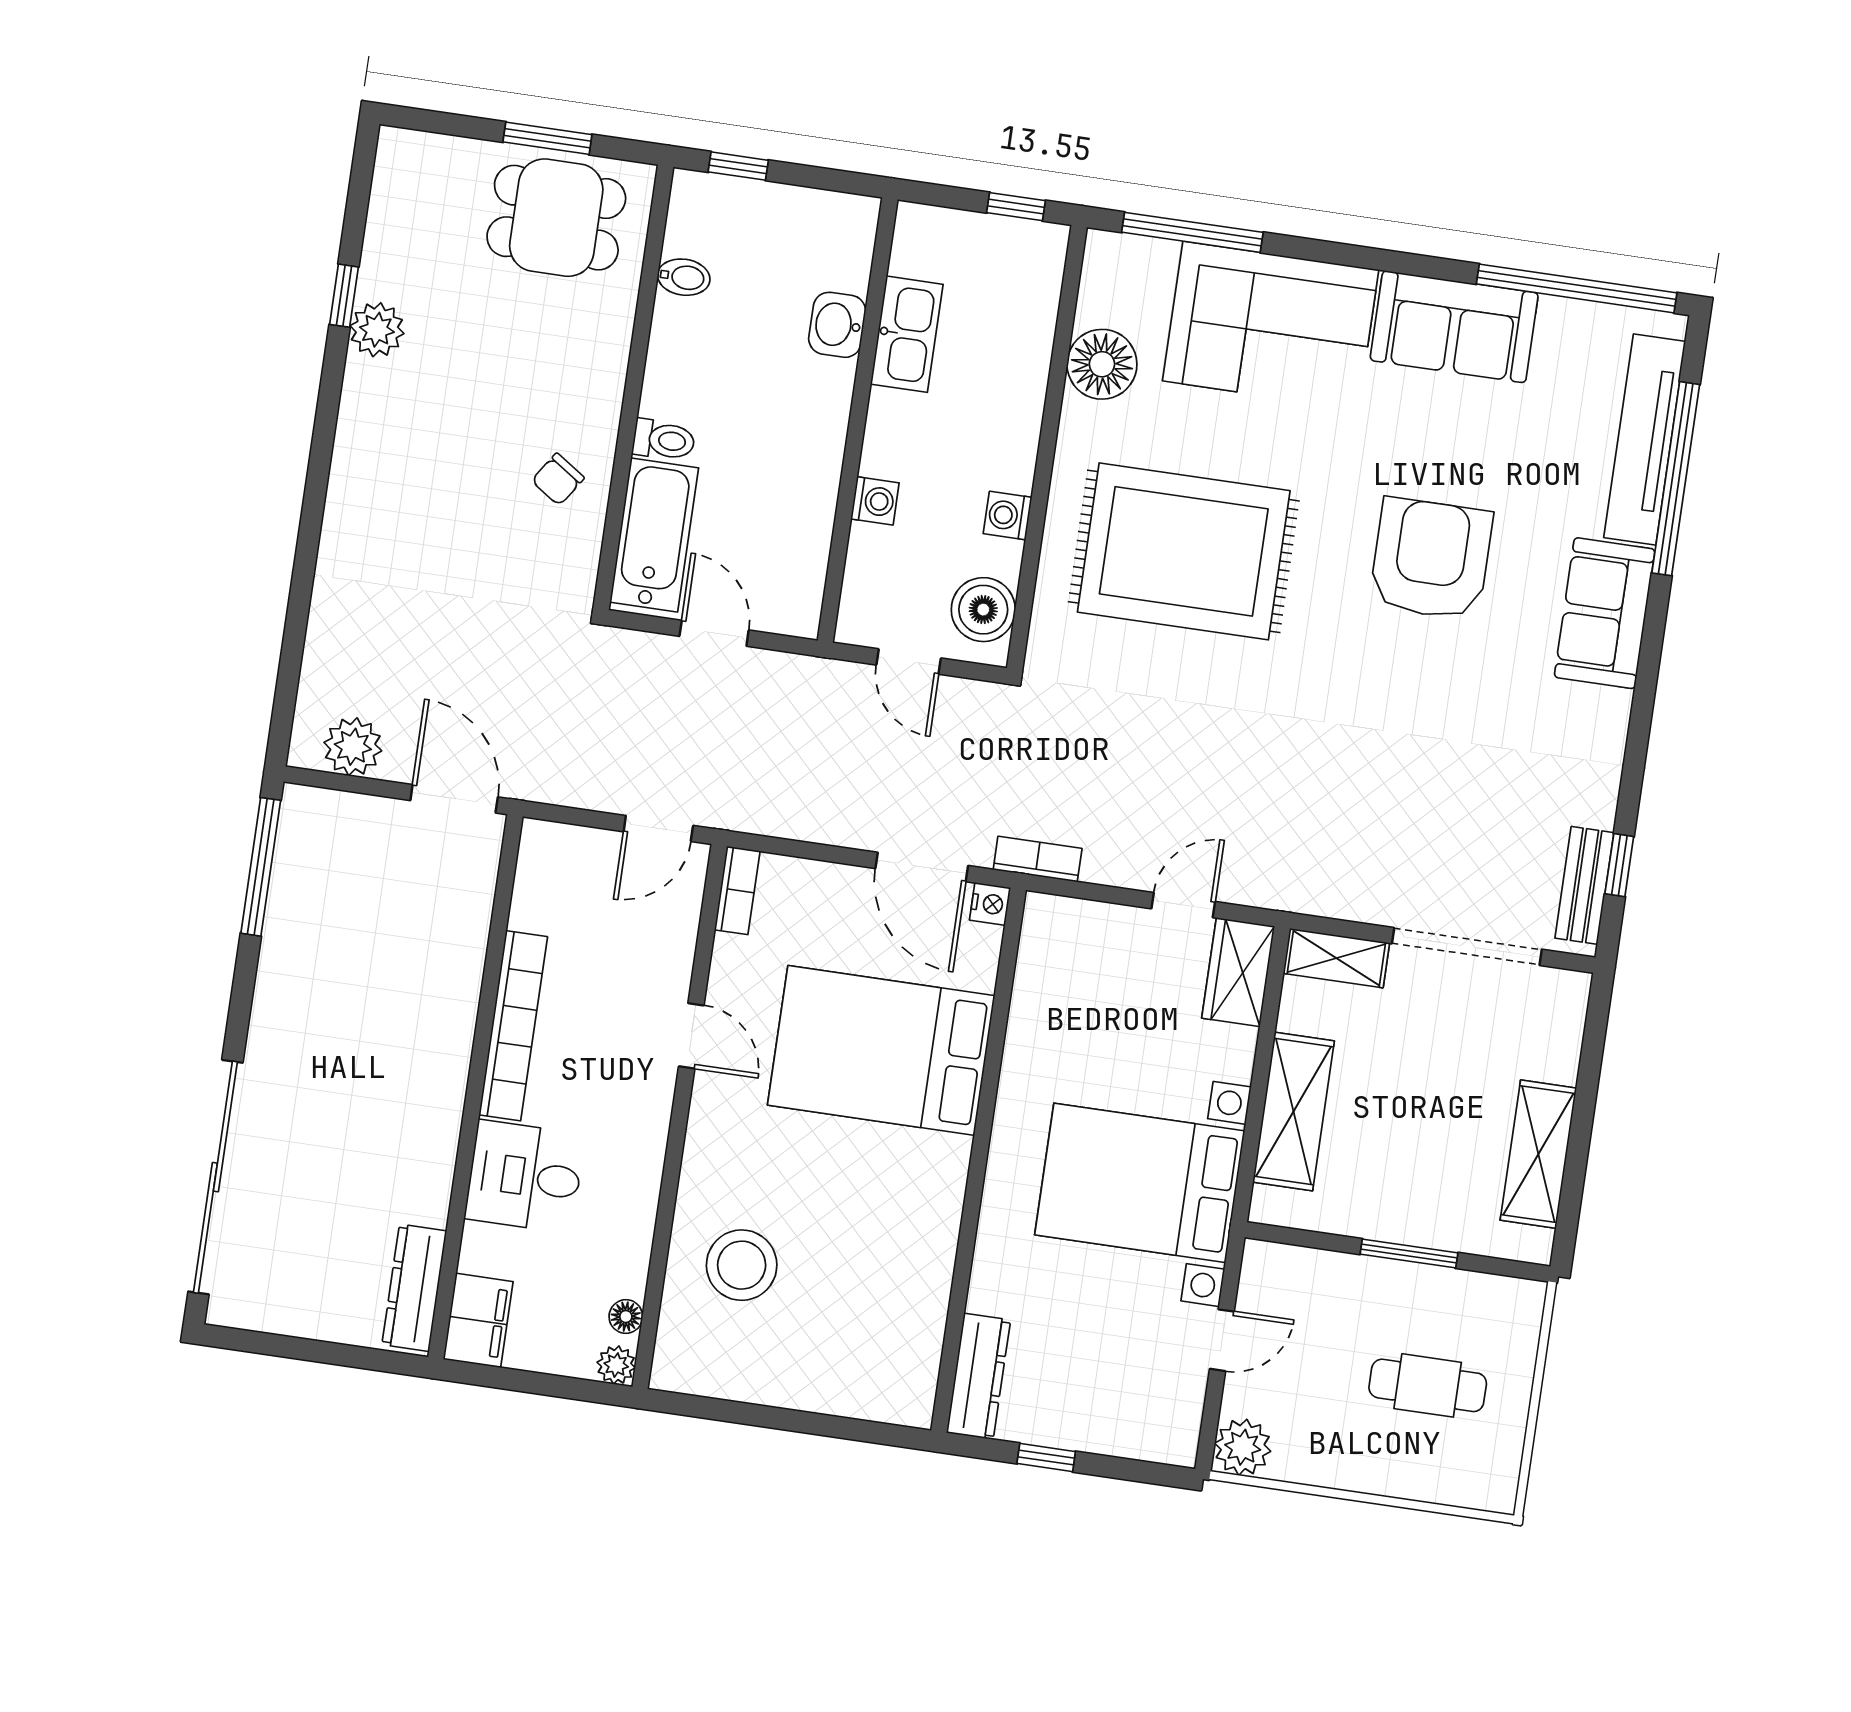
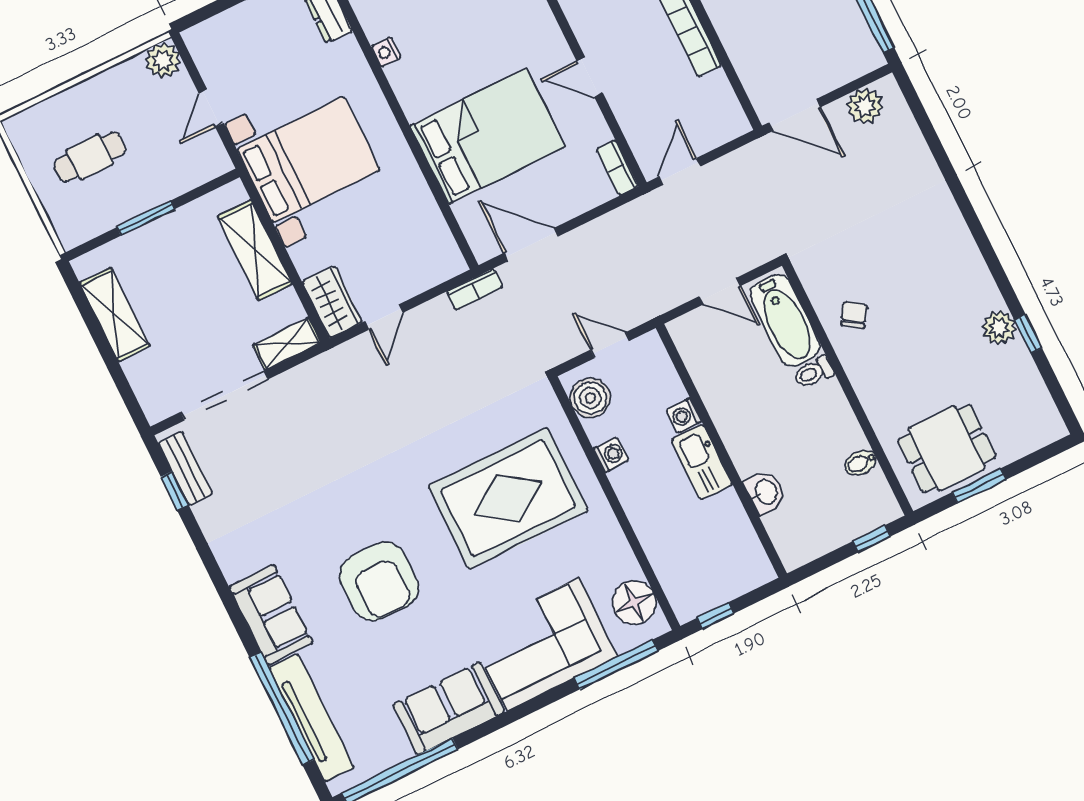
kitchen sink: (907, 334) -> (702, 462), moved
floor lamp: (1102, 364) -> (634, 603), moved
nightstand: (990, 904) -> (386, 52), moved

